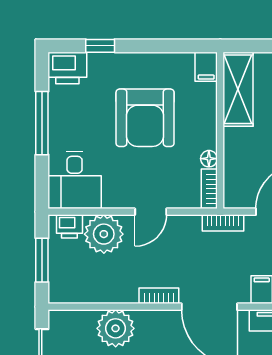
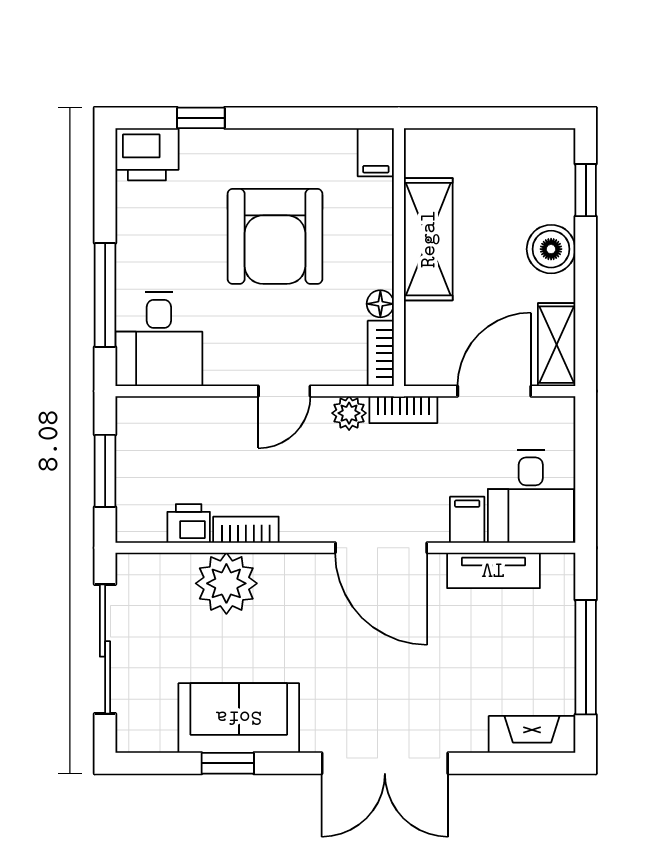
shelving: (238, 89) -> (428, 239), moved
window: (42, 123) -> (105, 295), moved
printer: (69, 226) -> (189, 523), moved, turned 180
plant: (104, 234) -> (349, 413), moved, width x0.53, depth x0.53
bookcase: (159, 296) -> (246, 530), moved

